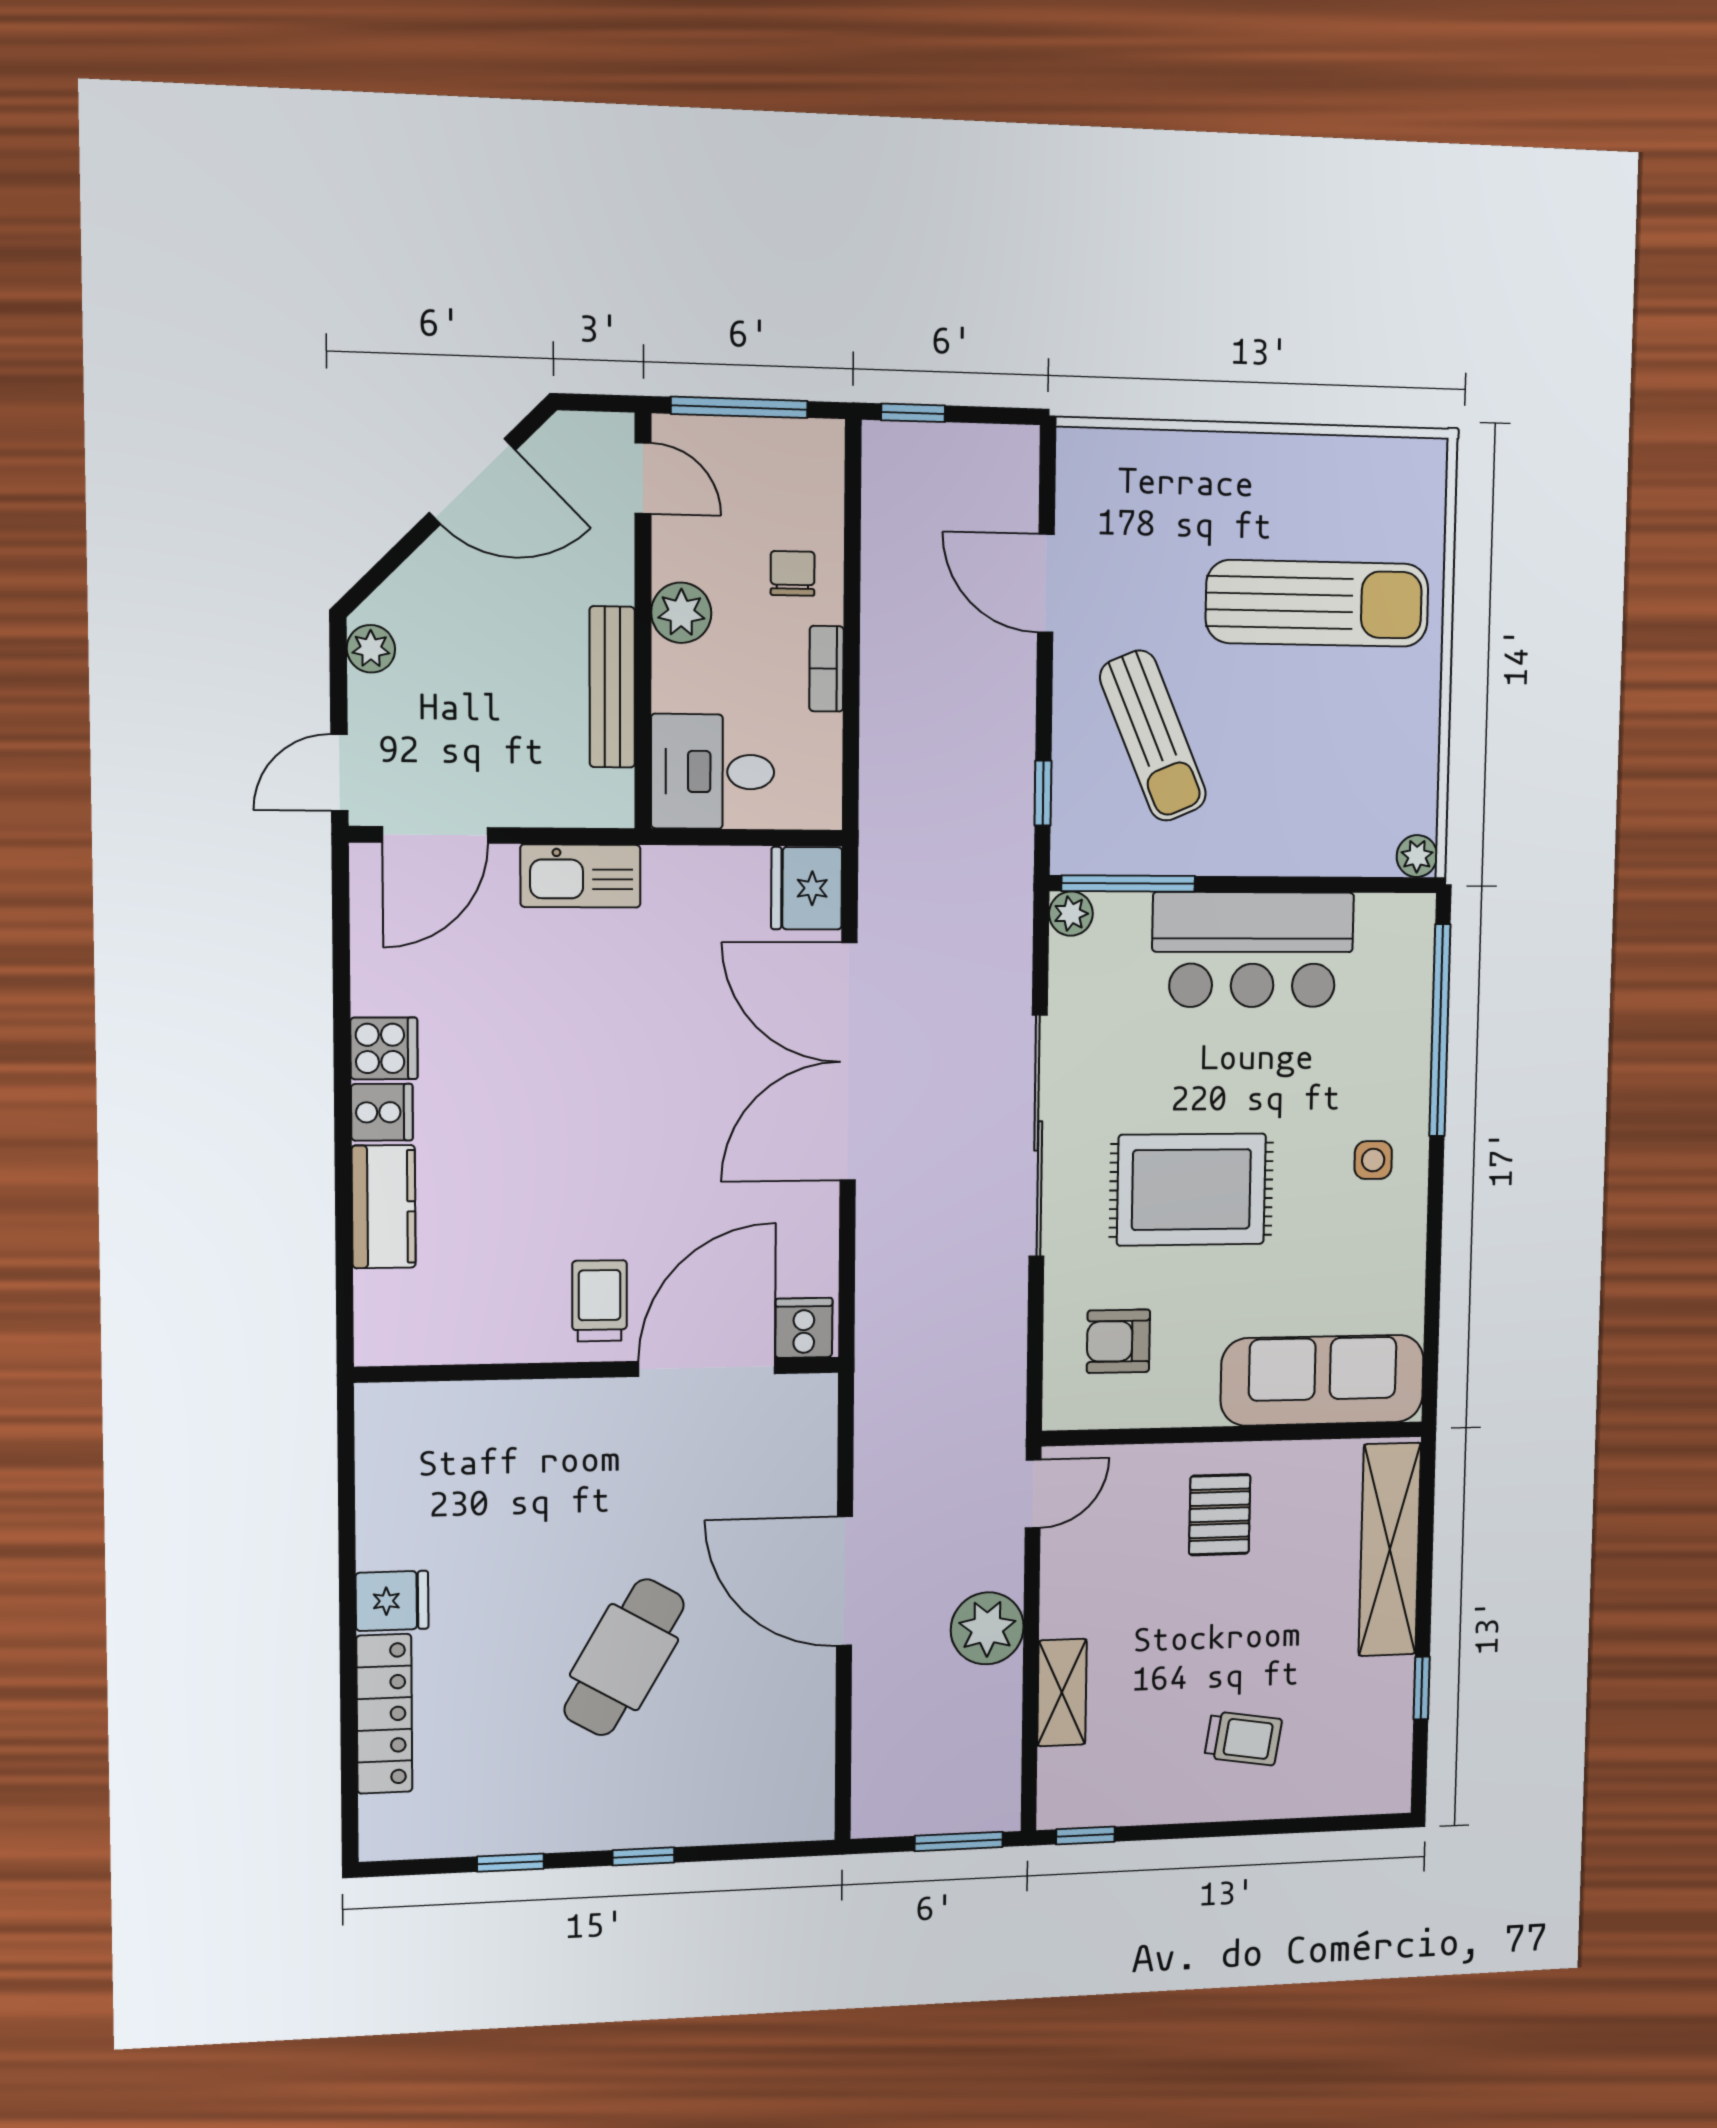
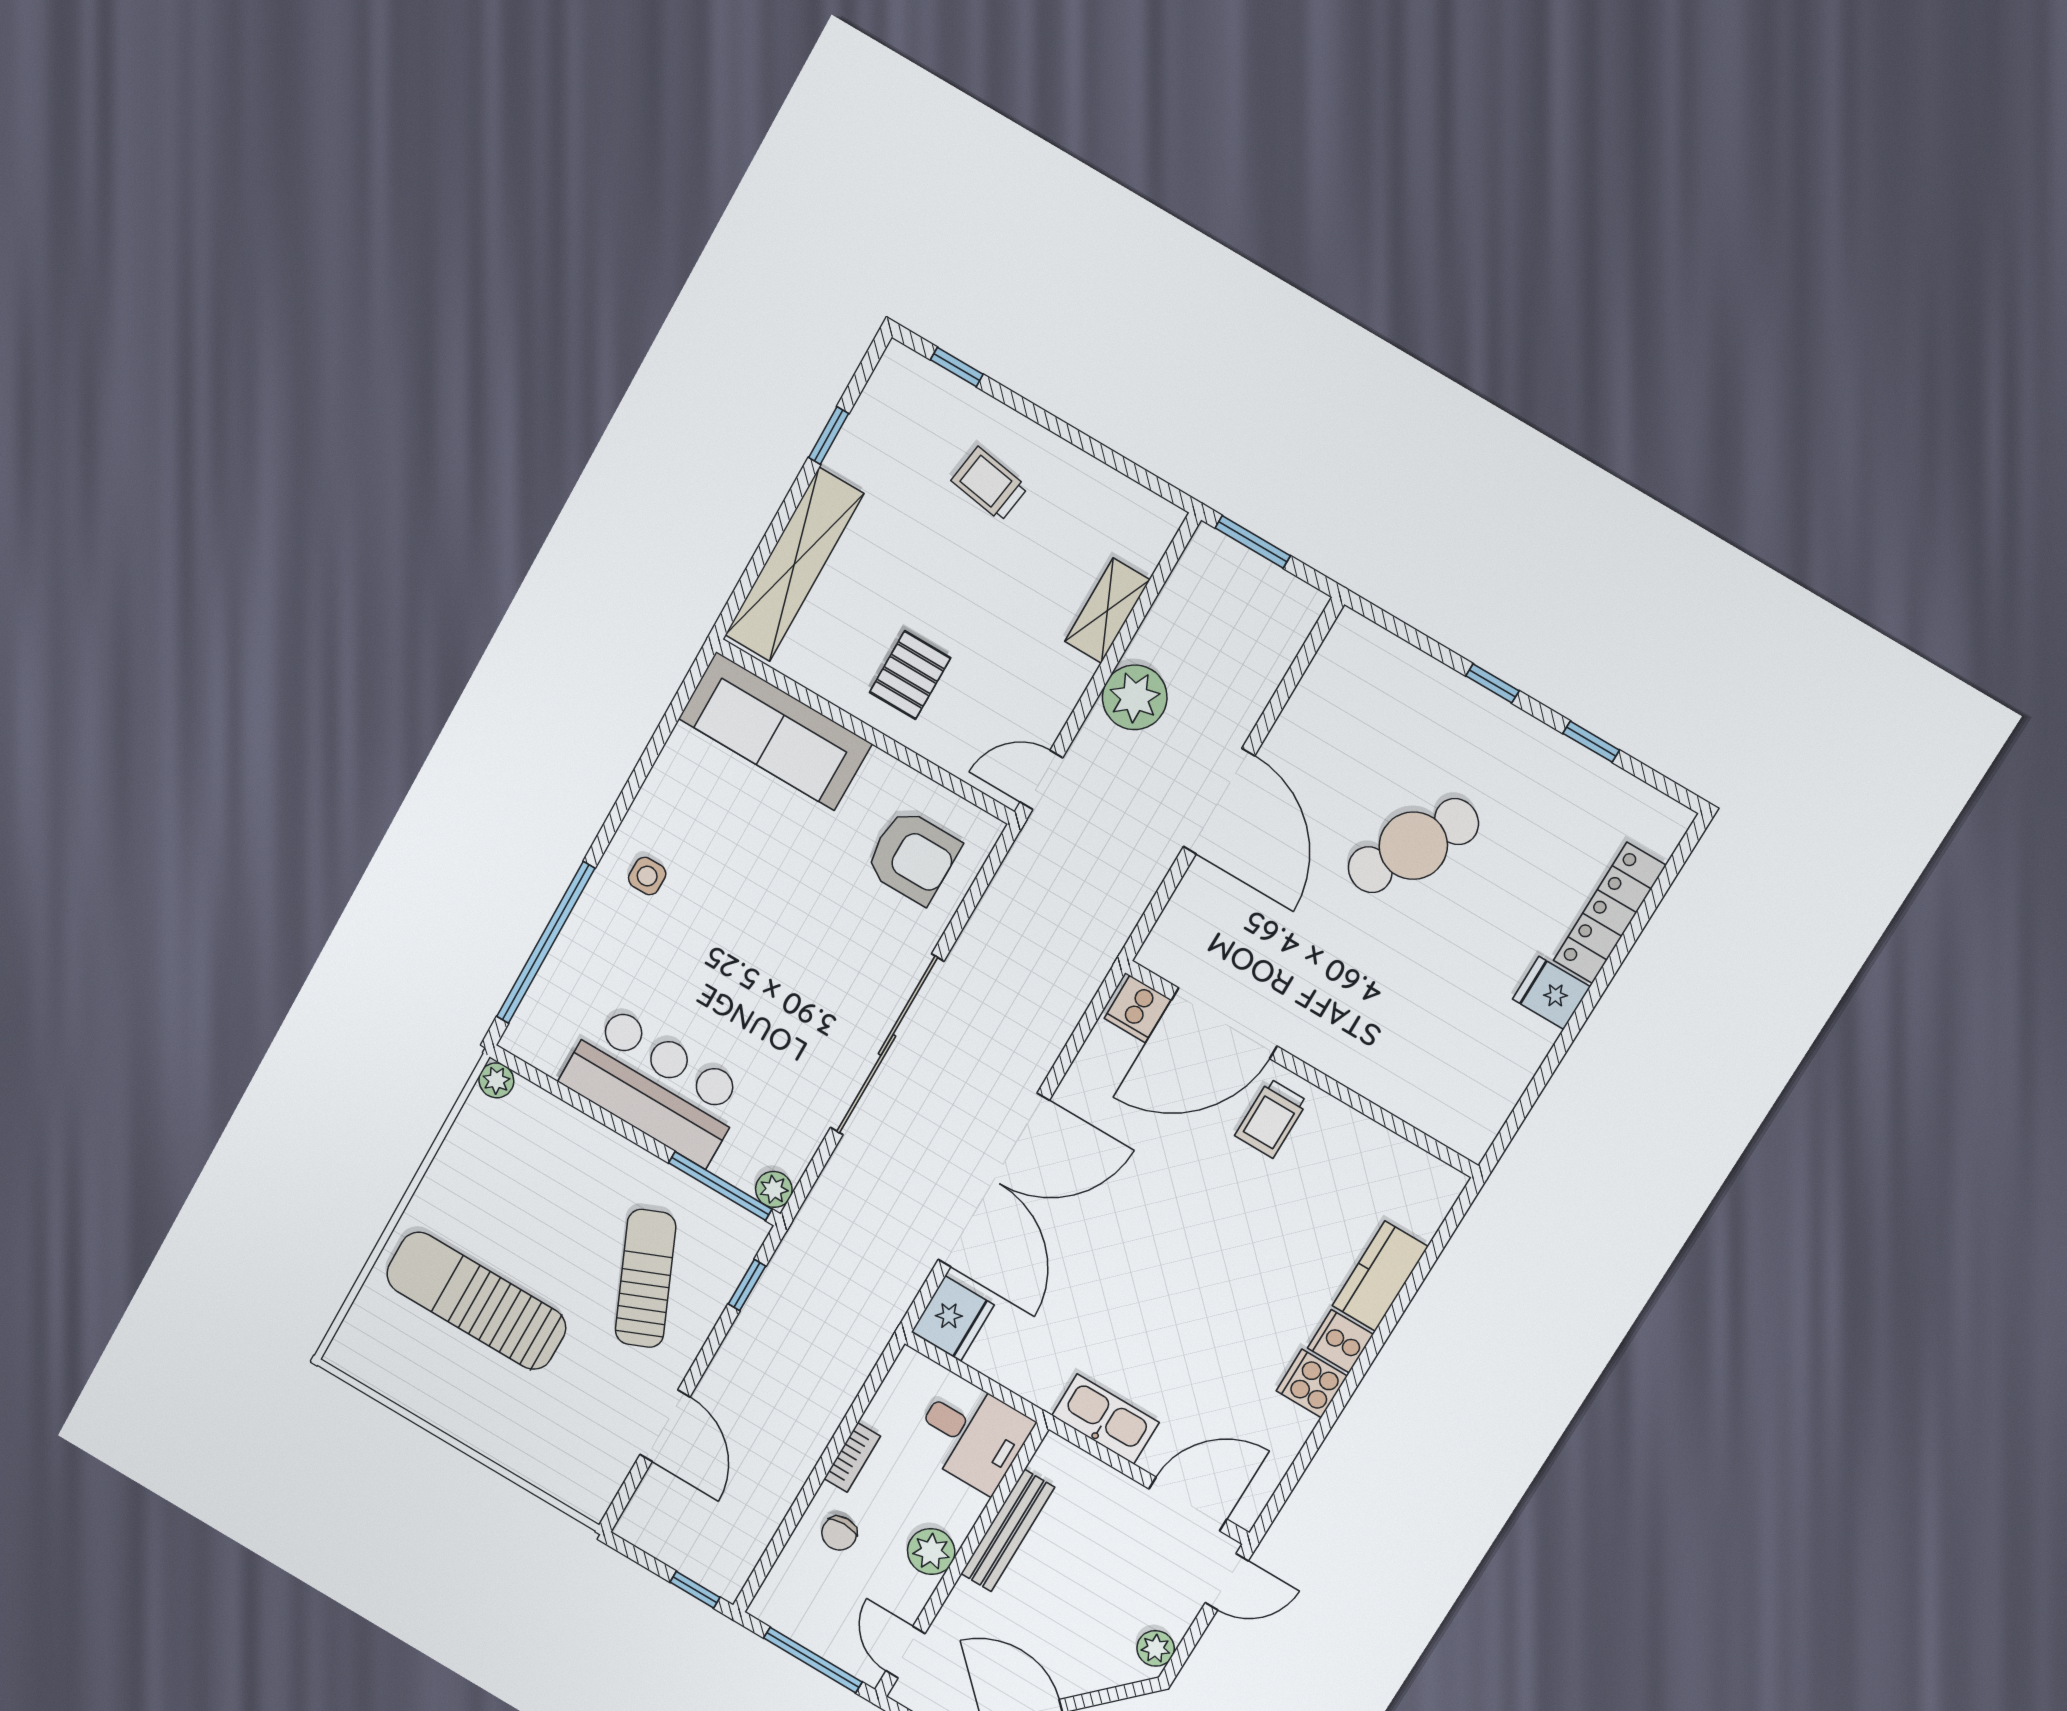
rug: (1191, 1190) -> (796, 937), removed
armchair: (1118, 1341) -> (913, 857), width x1.38, depth x1.38
window: (1085, 1836) -> (957, 367), moved

